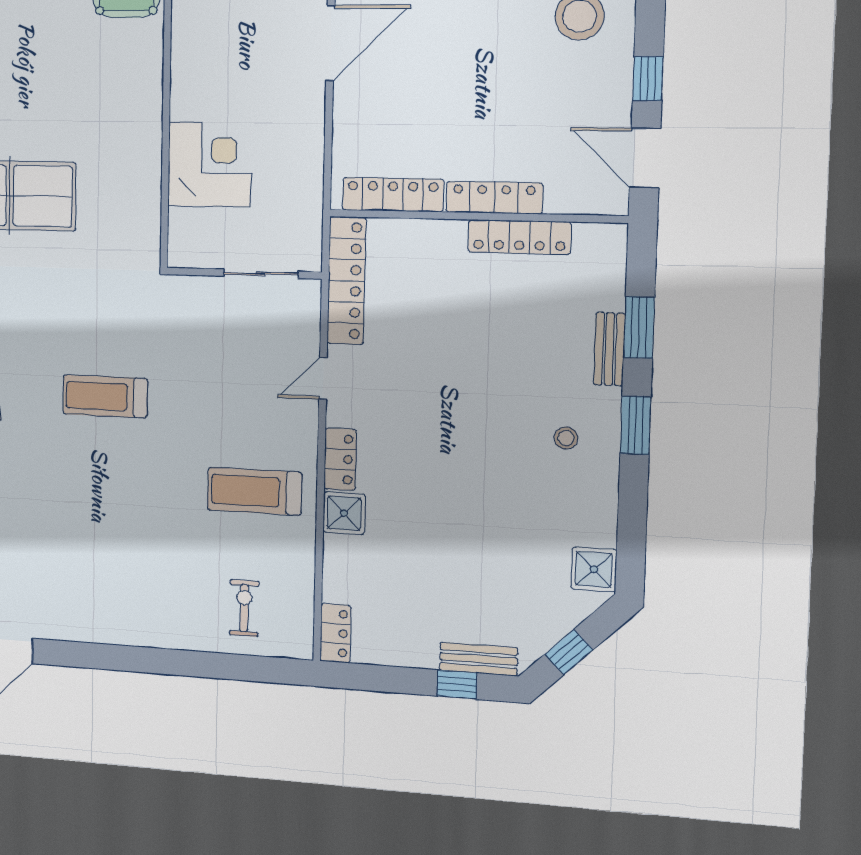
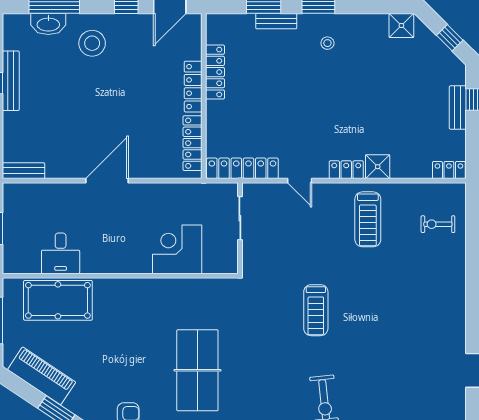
door: (330, 43) -> (107, 181), hinge flipped
bench: (479, 659) -> (458, 108), moved

